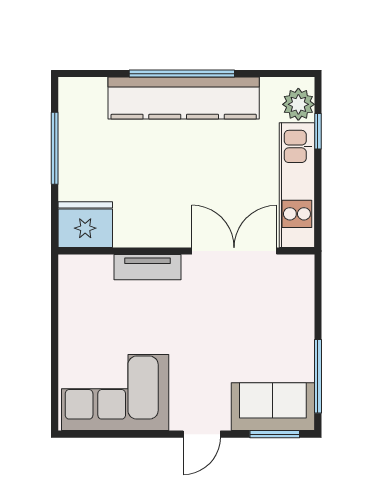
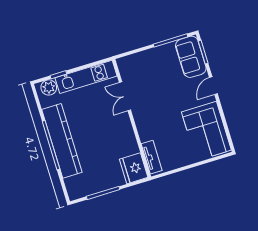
double door: (234, 251) -> (125, 96), width x0.73
tv unit: (147, 267) -> (152, 157), moved
door: (202, 434) -> (213, 86), swing flipped

